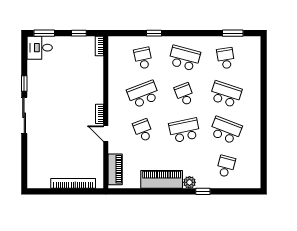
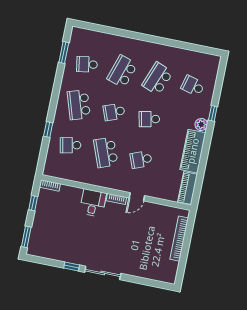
desk: (40, 48) -> (93, 203), moved, turned 180
school desk: (184, 58) -> (79, 105), turned -33
school desk: (184, 130) -> (149, 119), width x0.54
piano: (115, 169) -> (188, 188), moved, turned -90

